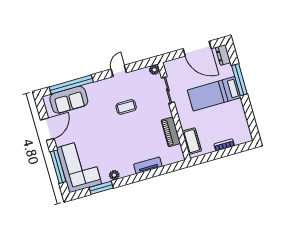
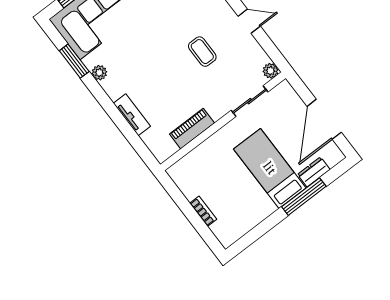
dresser: (223, 55) -> (314, 172), moved
cot: (192, 141) -> (191, 163), removed

